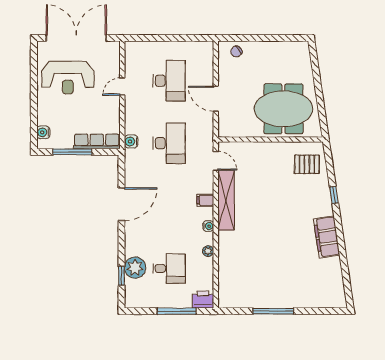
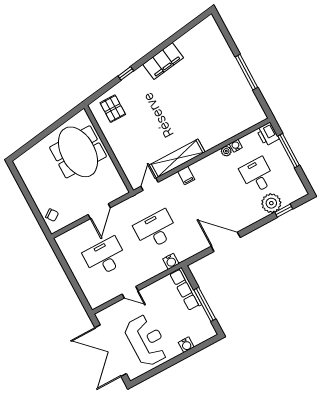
water cooler: (43, 132) -> (186, 345), moved
water cooler: (208, 226) -> (236, 146), moved

